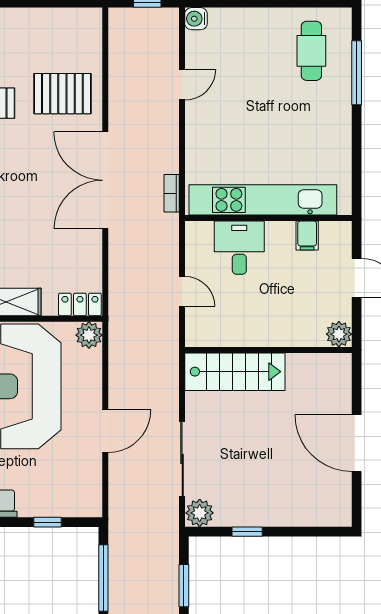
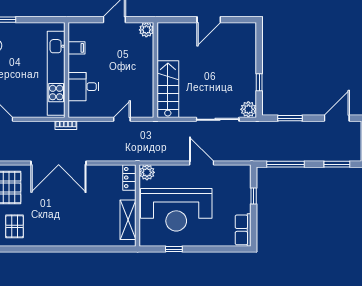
kitchen unit: (263, 200) -> (56, 73), moved
wall: (268, 218) -> (66, 70), moved
filing cabinet: (307, 236) -> (76, 48), moved
desk: (239, 248) -> (83, 87), moved
door: (357, 443) -> (209, 20), width x0.73

